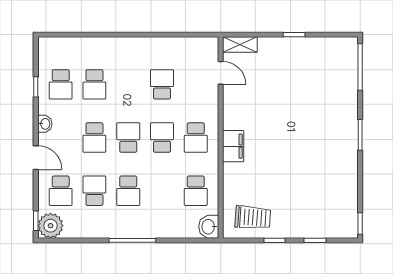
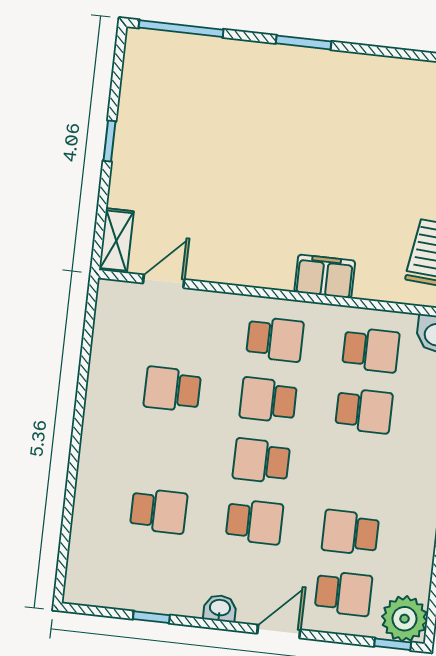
school desk: (61, 84) -> (152, 572), removed
filing cabinet: (233, 146) -> (325, 276), moved
school desk: (128, 191) -> (364, 411), moved

